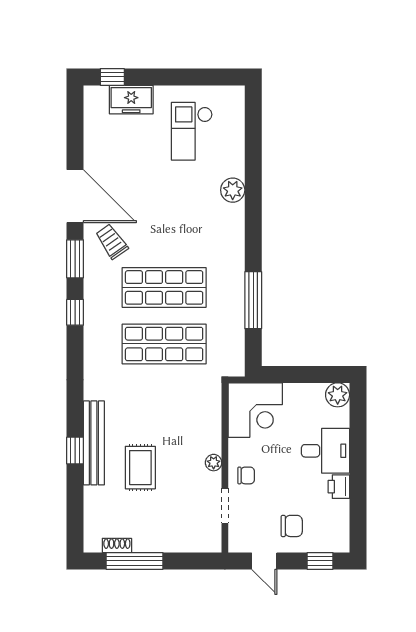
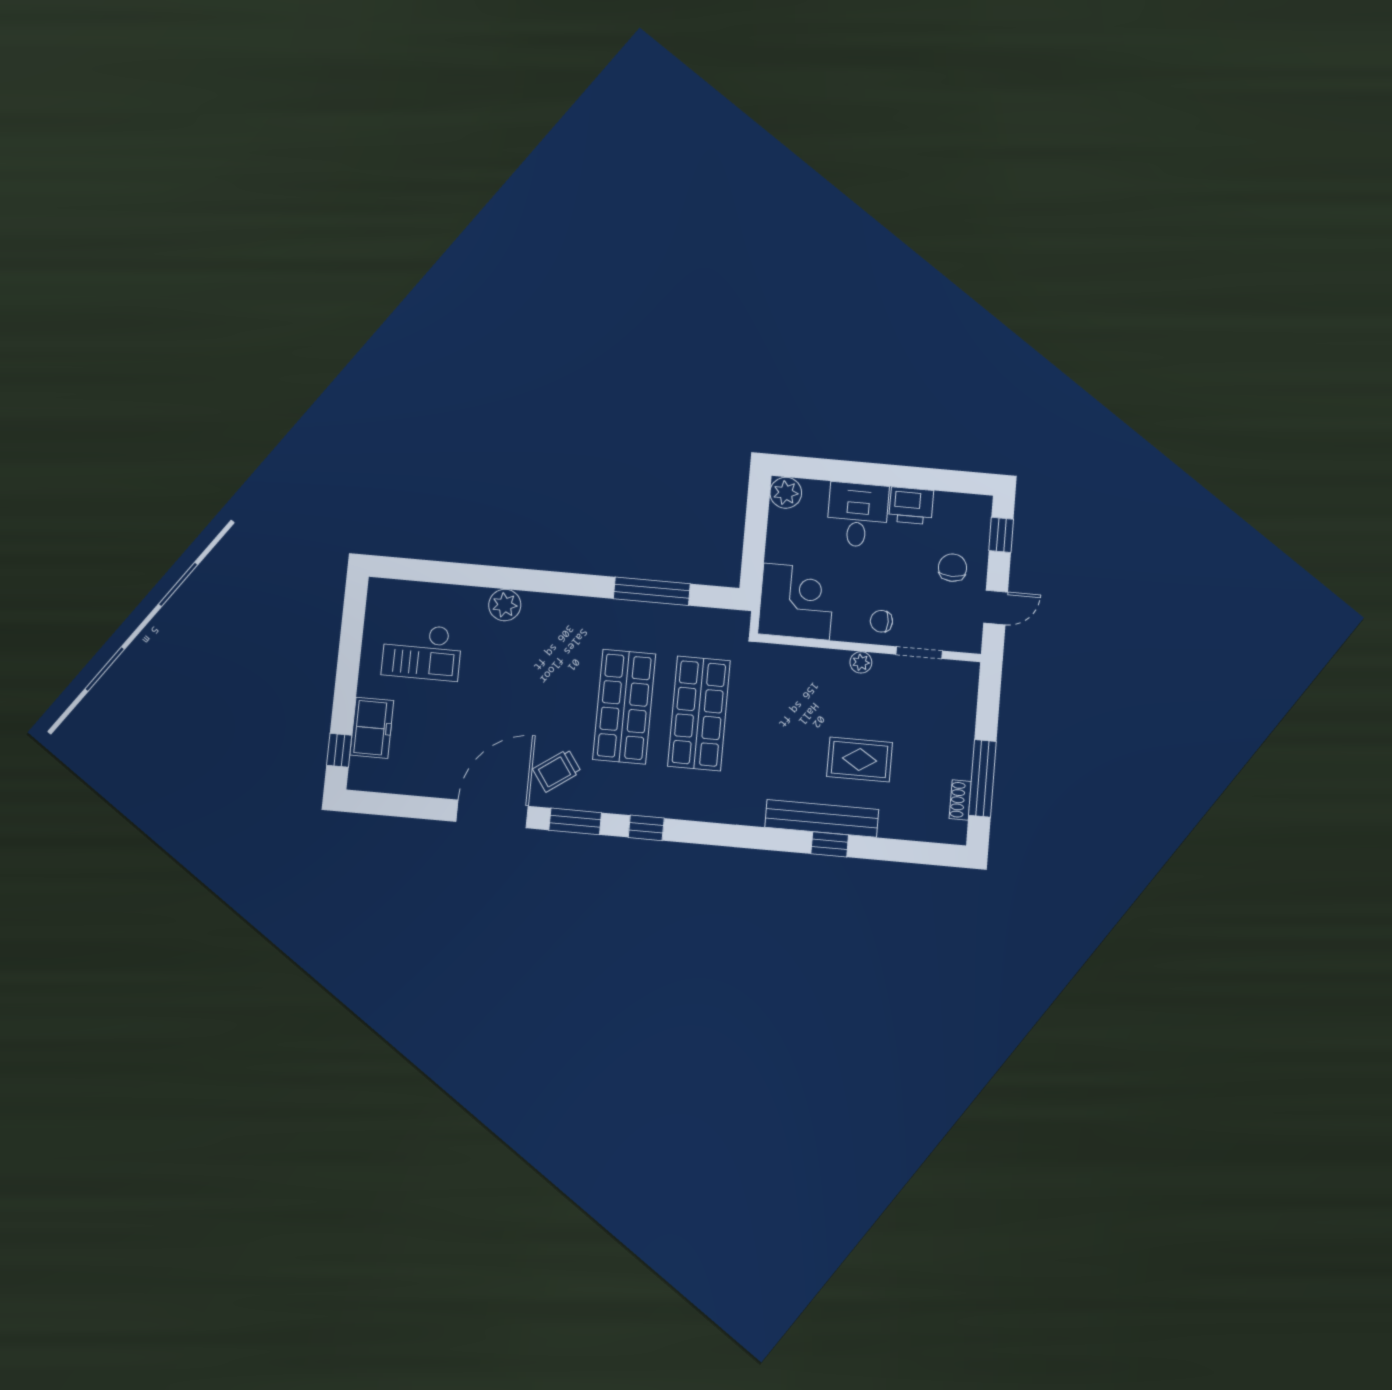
chair: (246, 475) -> (881, 621), turned -90
printer: (339, 487) -> (911, 506), width x1.36, depth x1.24

